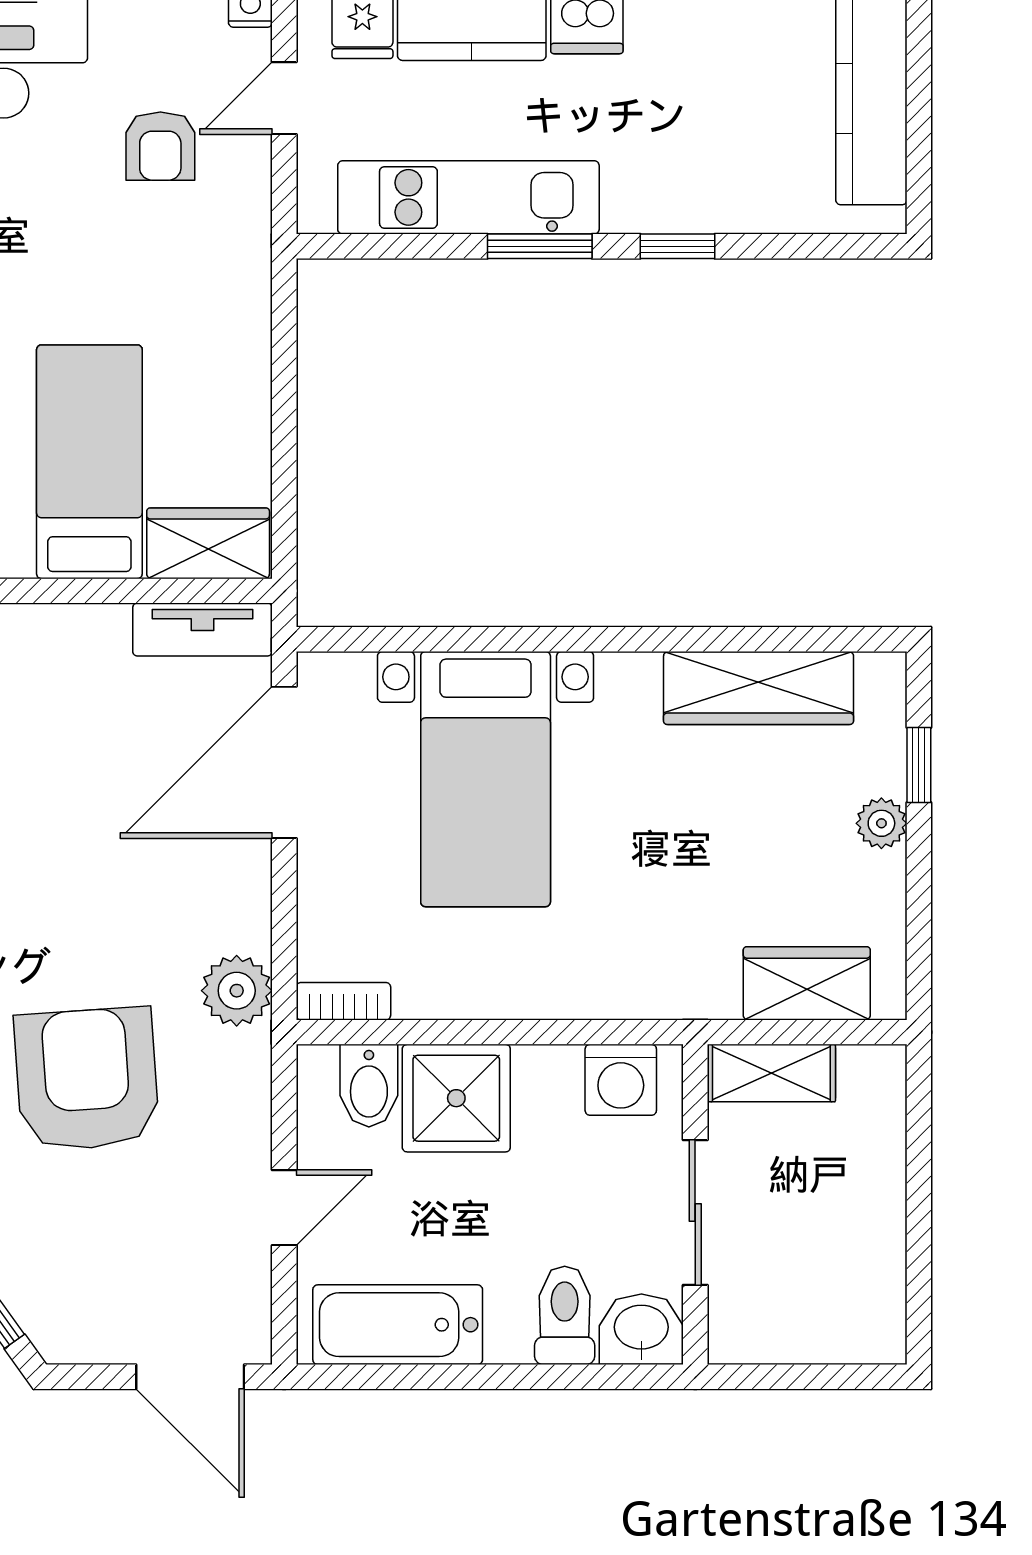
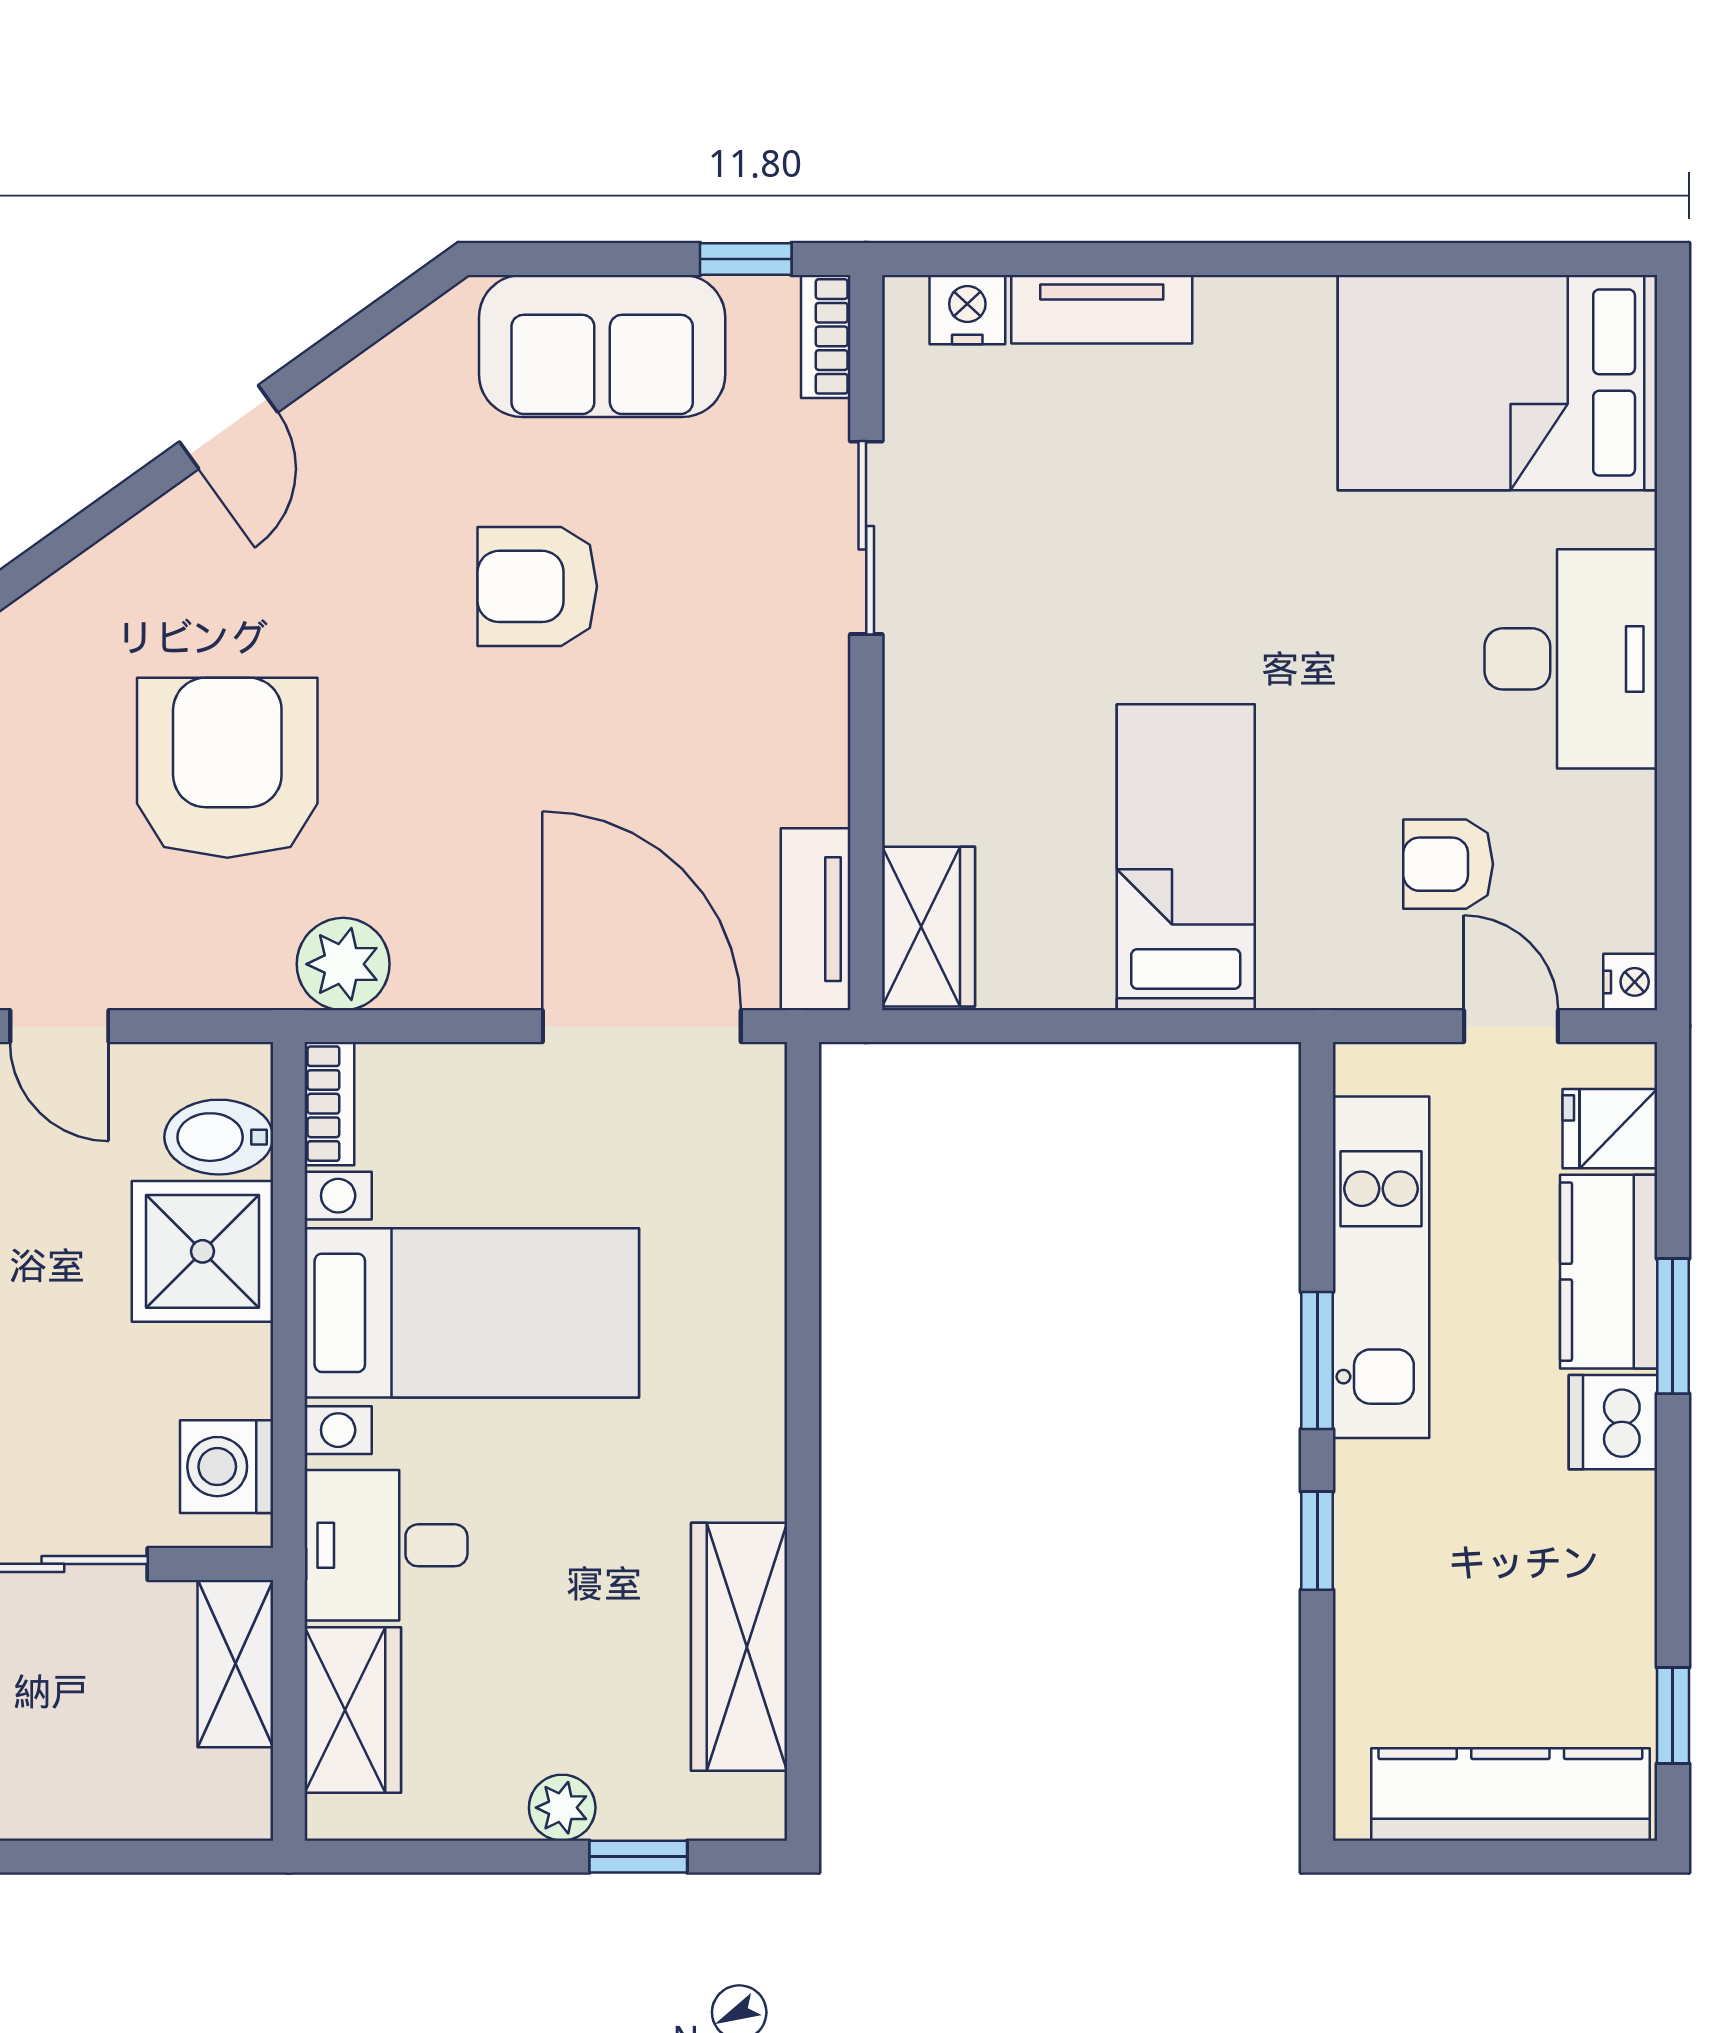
bed: (89, 462) -> (1186, 857), moved, turned -90
bed with nightstands: (486, 779) -> (472, 1313), moved, turned 180
desk: (681, 958) -> (386, 1545), added
armchair: (87, 1079) -> (227, 768), turned -86

